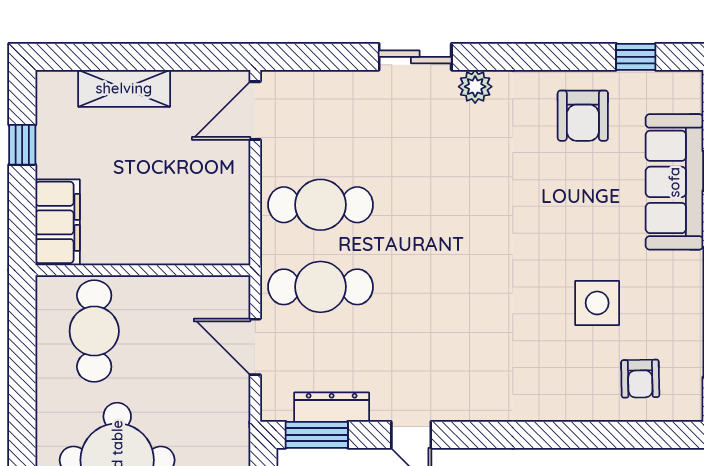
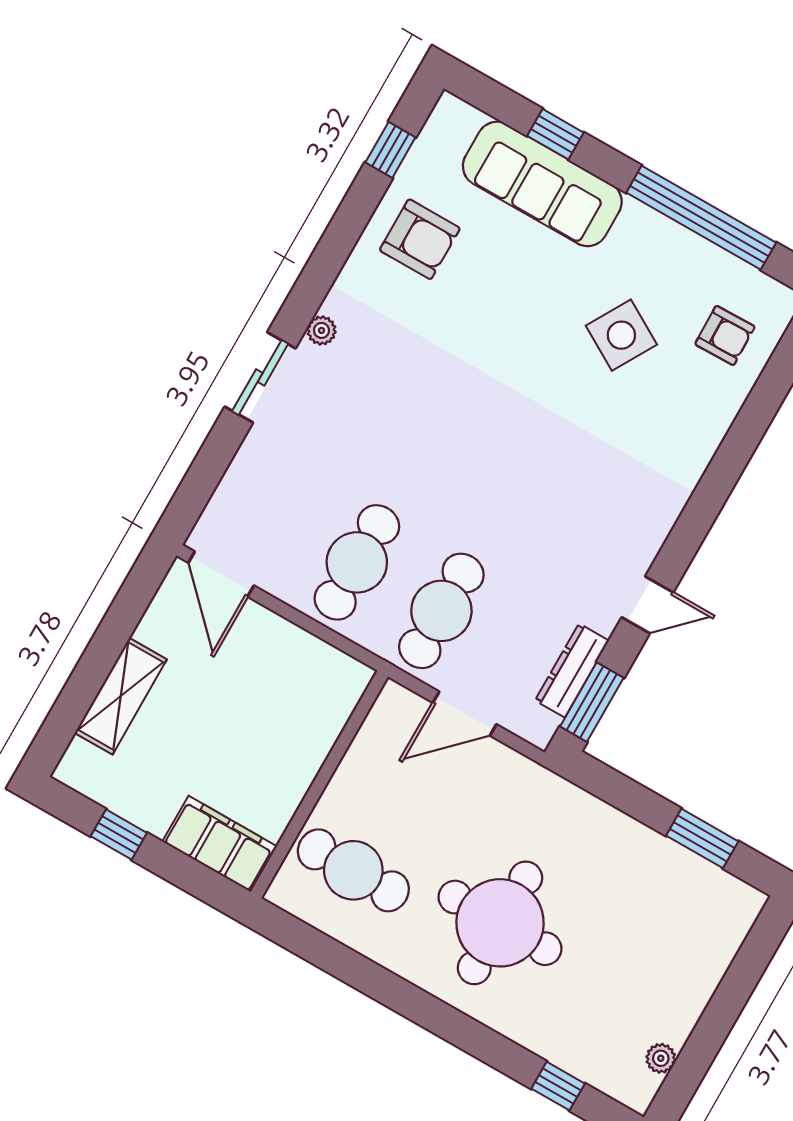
plant: (475, 87) -> (321, 330), width x0.73, depth x0.73
side table: (597, 303) -> (621, 335), turned 30

